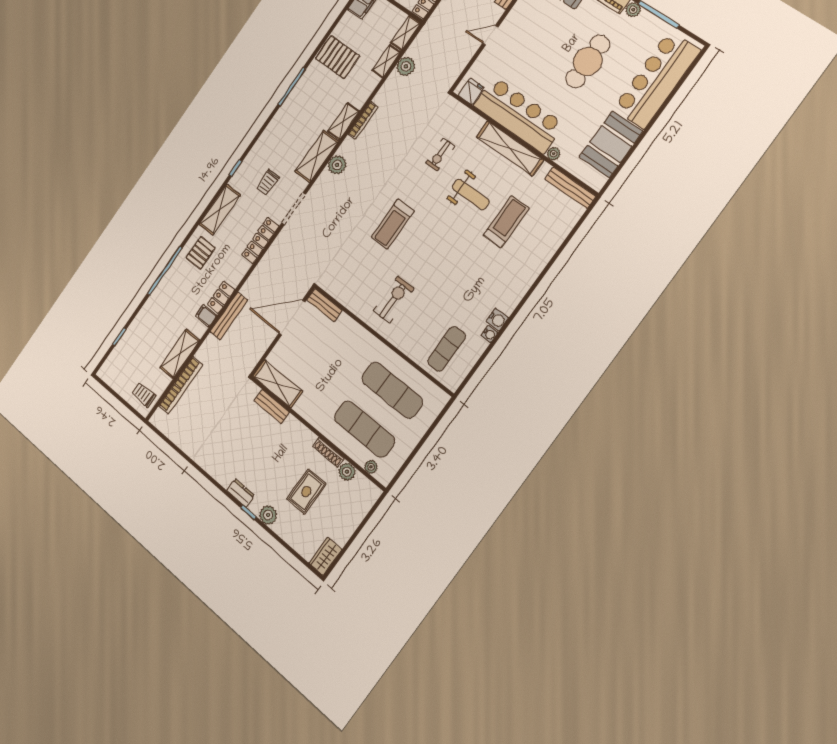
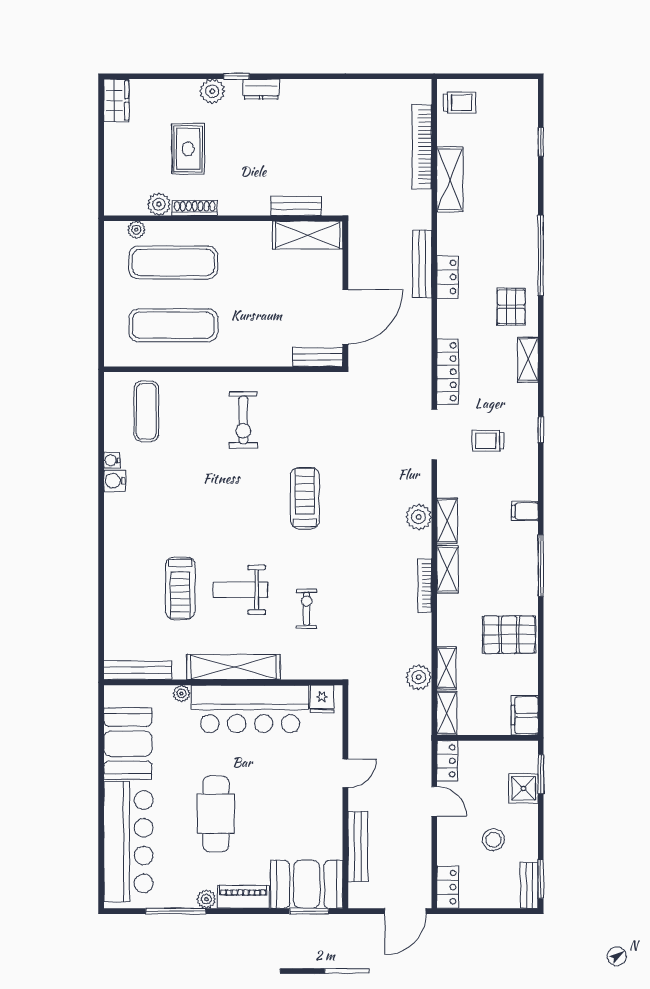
shelving: (317, 156) -> (447, 521), width x0.67, depth x0.75
trolley: (268, 183) -> (488, 441), turned -90
shelving: (220, 210) -> (528, 359), width x0.67, depth x0.75
filing cabinet: (206, 316) -> (525, 511), moved, turned 180

